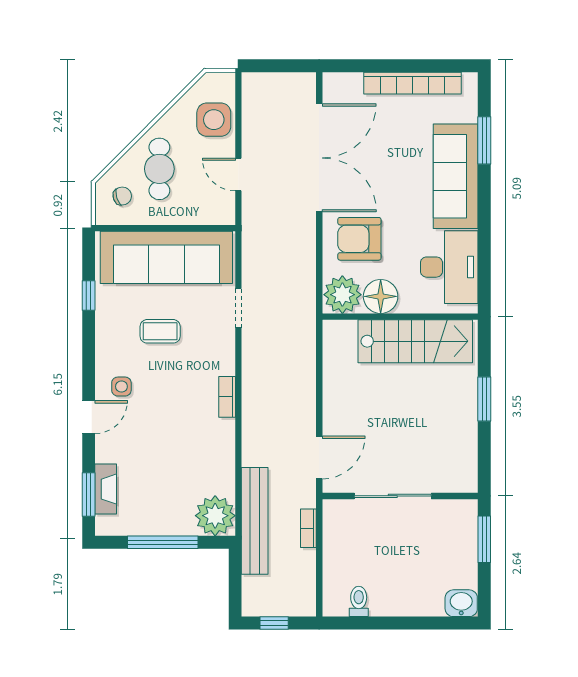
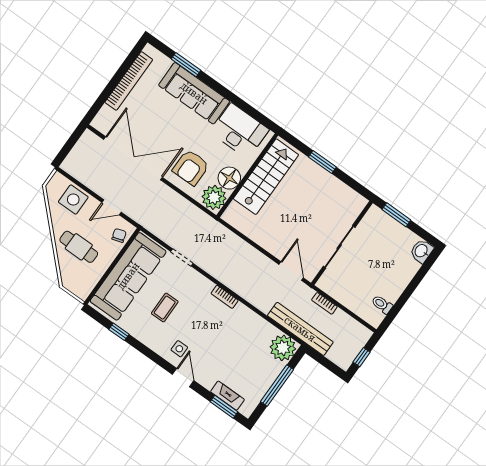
chair: (122, 196) -> (119, 235), moved

